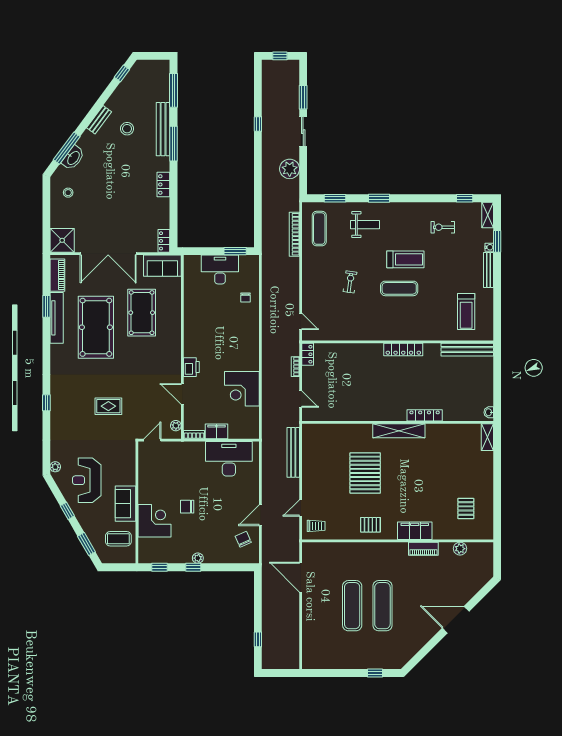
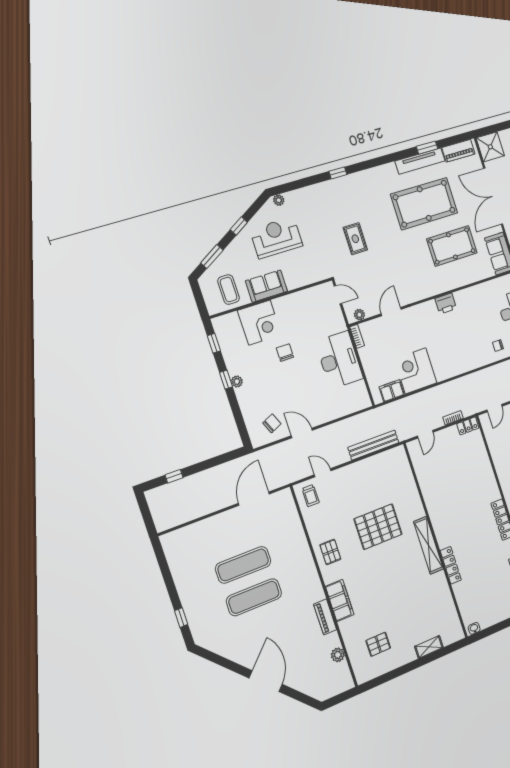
printer: (191, 367) -> (446, 304), moved
filing cabinet: (216, 431) -> (392, 391), moved, turned -90
shelving: (487, 437) -> (429, 647), moved
desk: (229, 459) -> (339, 360), moved

